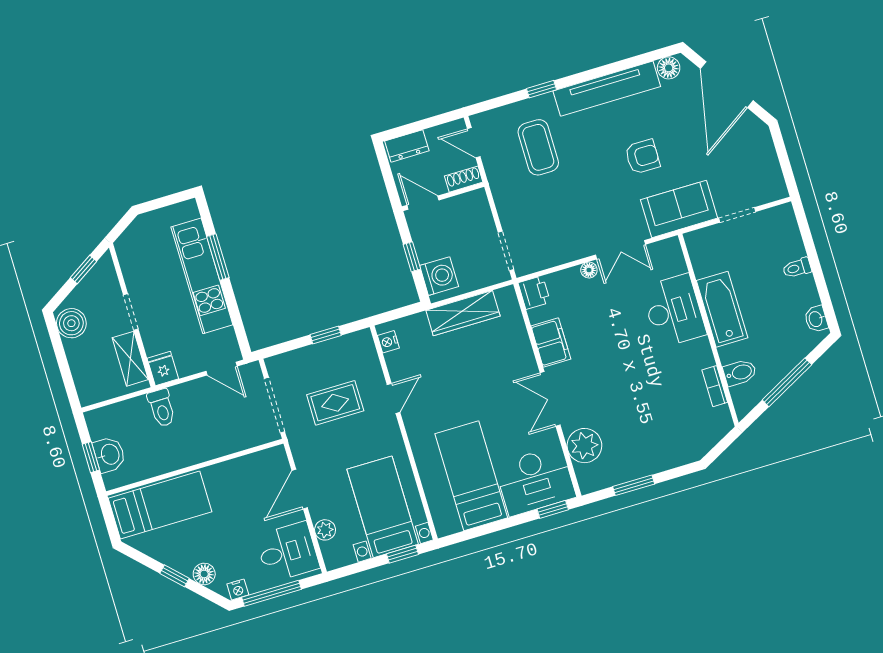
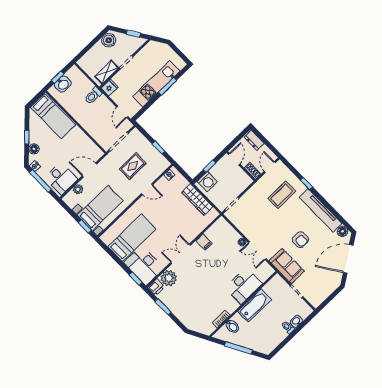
printer: (534, 293) -> (156, 287), moved
washbasin: (816, 319) -> (296, 321), moved
filing cabinet: (551, 343) -> (204, 242), width x0.50
rug: (335, 403) -> (133, 166), turned 90

